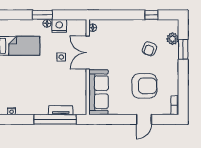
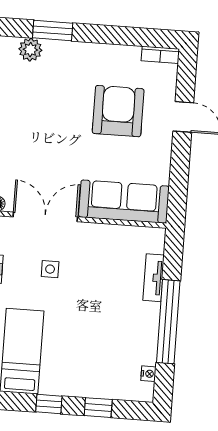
armchair: (149, 49) -> (47, 96), removed
double door: (88, 53) -> (45, 217), swing flipped
window: (55, 119) -> (168, 322), moved

